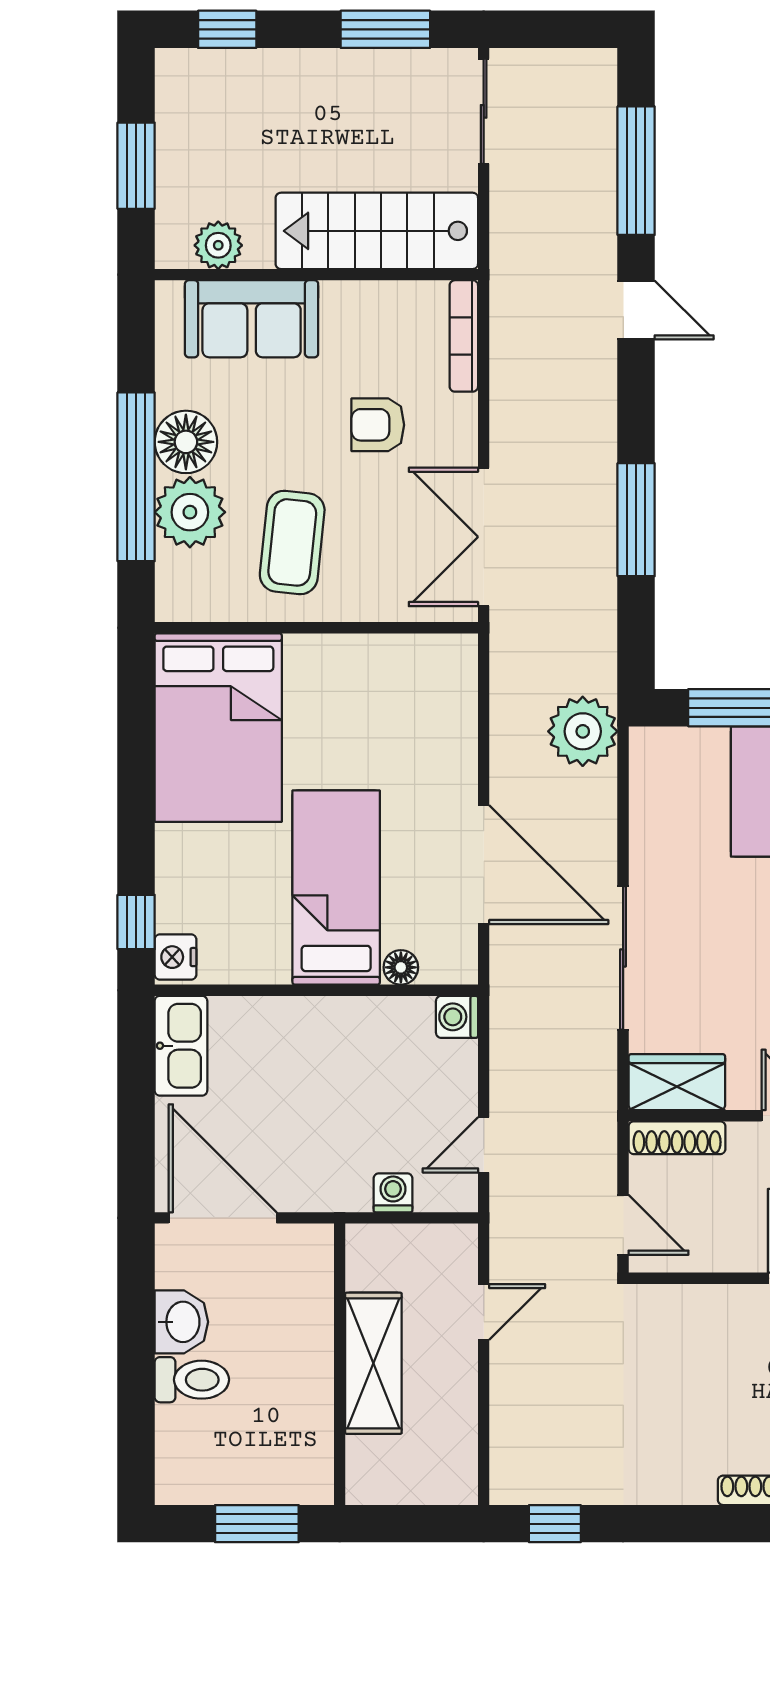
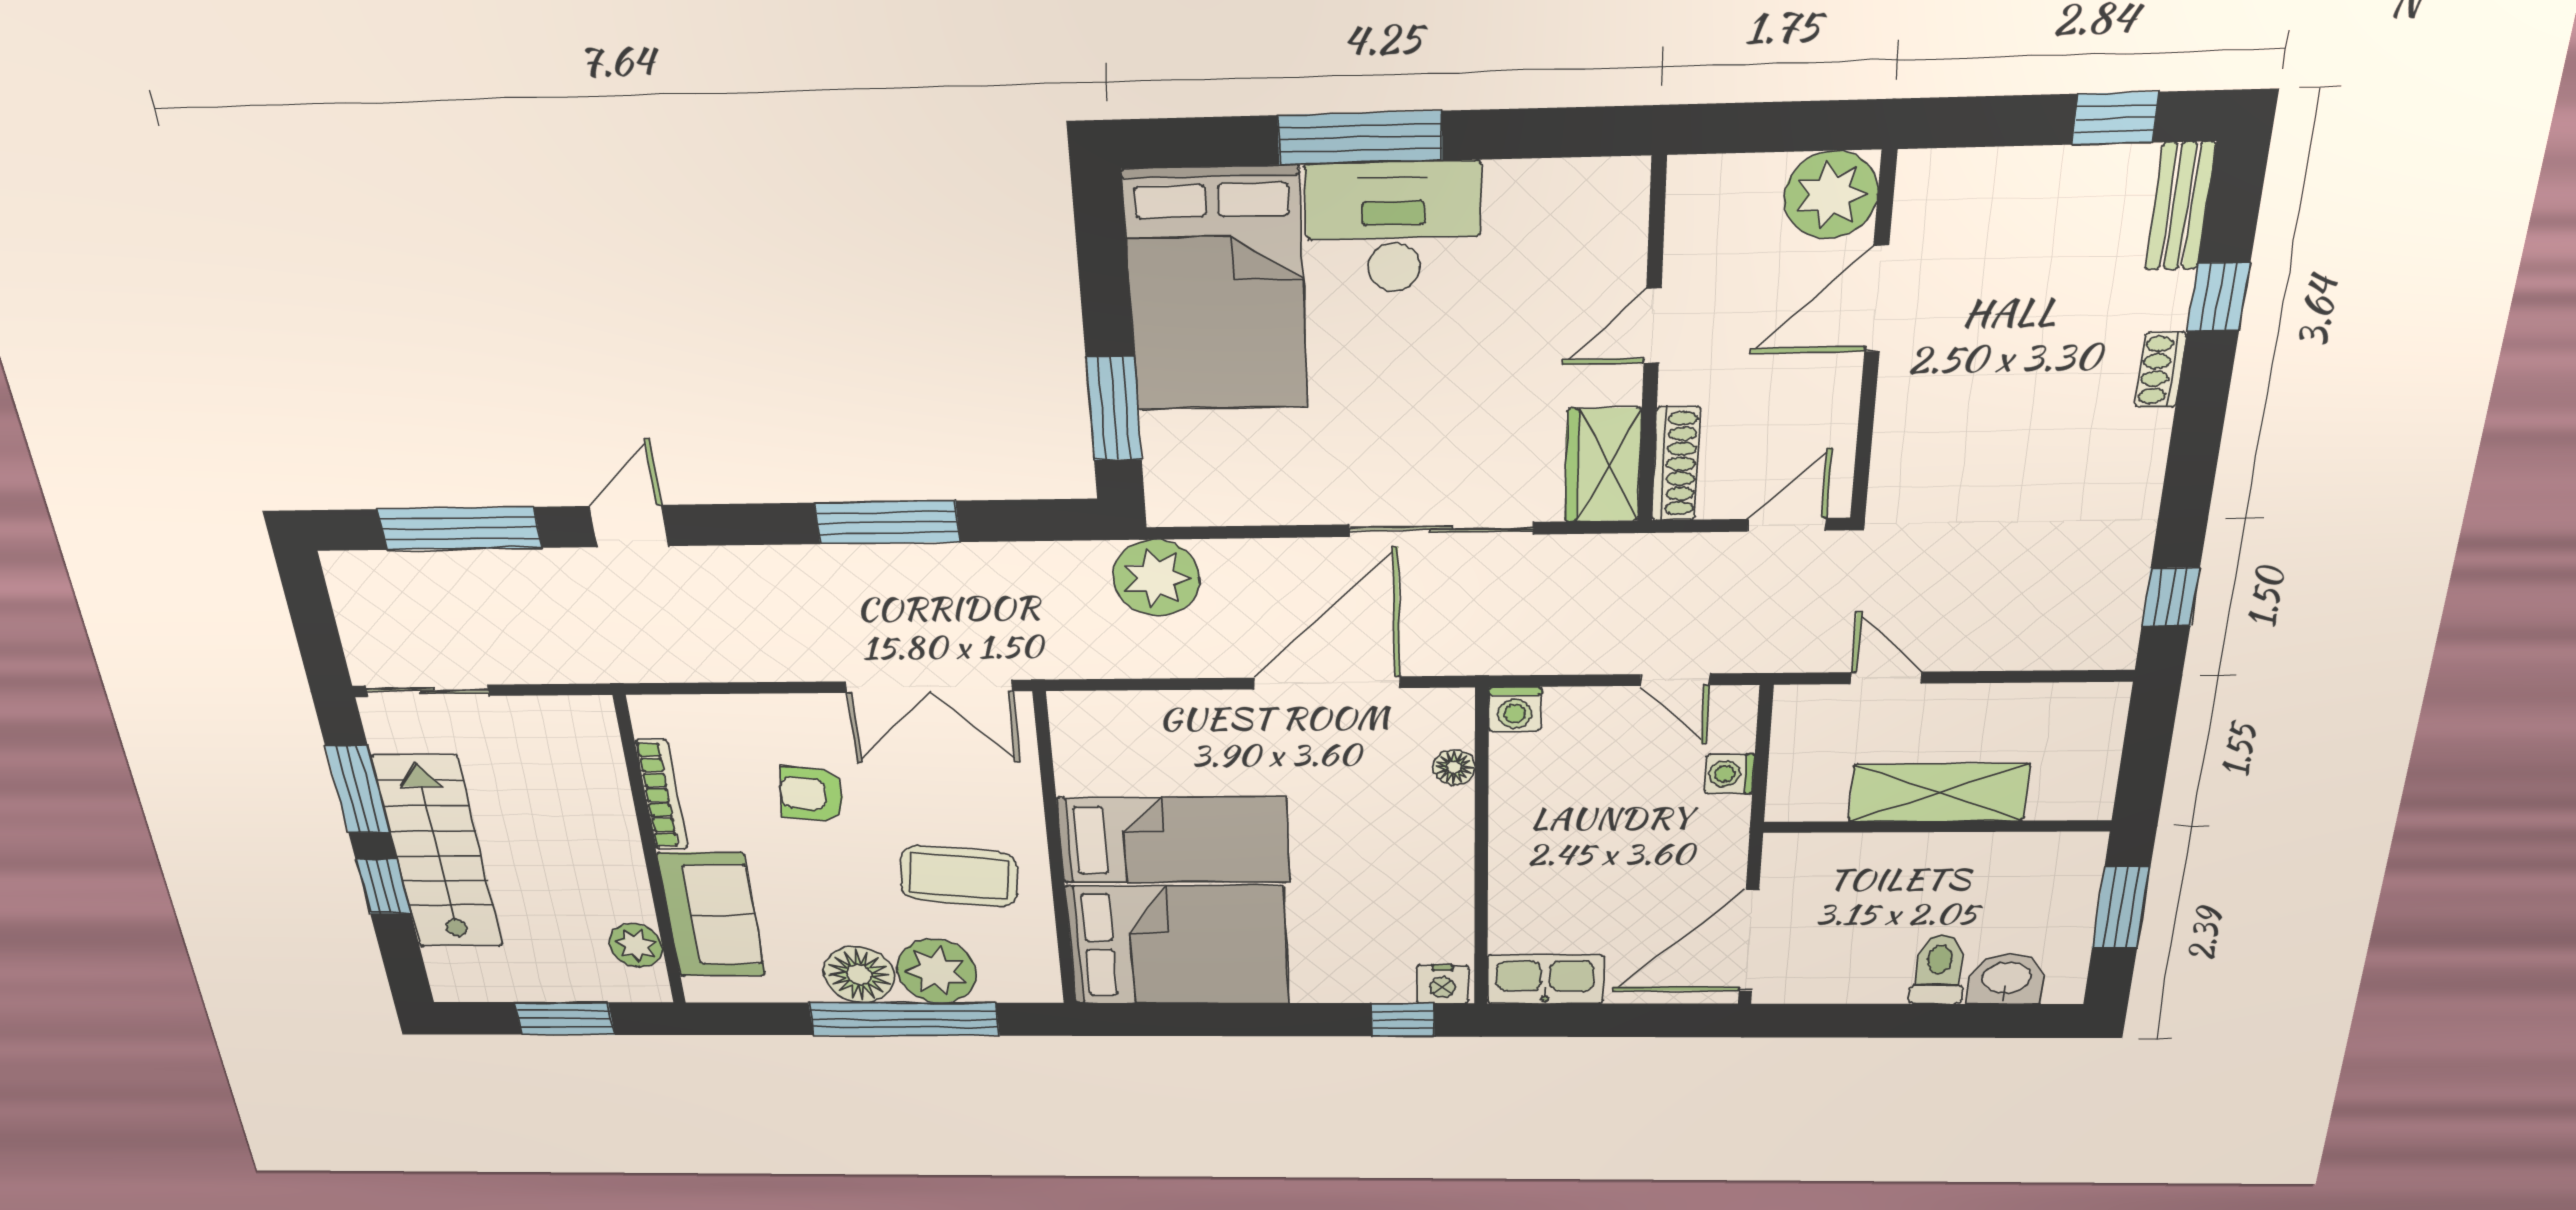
window: (227, 29) -> (383, 886), moved
stairs: (377, 231) -> (438, 852), moved, turned 180
bookcase: (464, 336) -> (662, 795), moved, turned -90
armchair: (378, 425) -> (812, 794), turned 96
bed: (336, 888) -> (1174, 840), moved, turned 180
washbasin: (181, 1322) -> (2006, 979), moved

